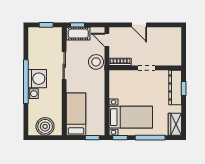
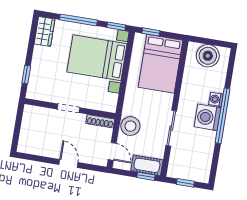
dresser: (175, 87) -> (37, 78), removed
bed: (76, 114) -> (160, 64), width x1.50
bed with nightstands: (131, 117) -> (97, 58), width x1.36

